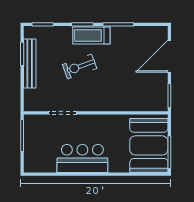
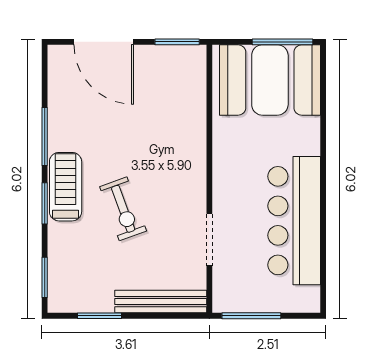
treadmill: (91, 36) -> (66, 187), turned 180
bench: (30, 63) -> (161, 302), moved
bar counter: (82, 158) -> (294, 221), width x1.36

